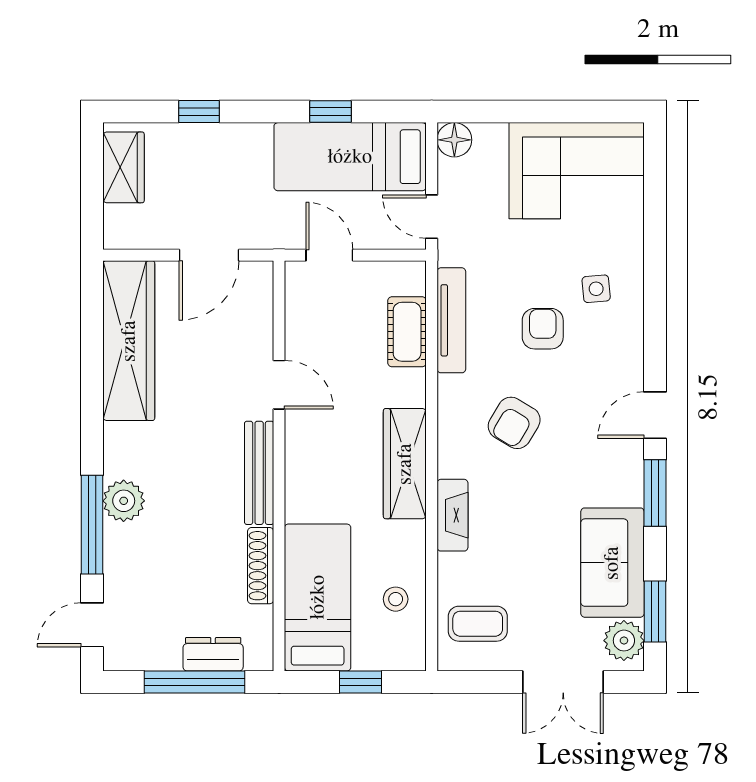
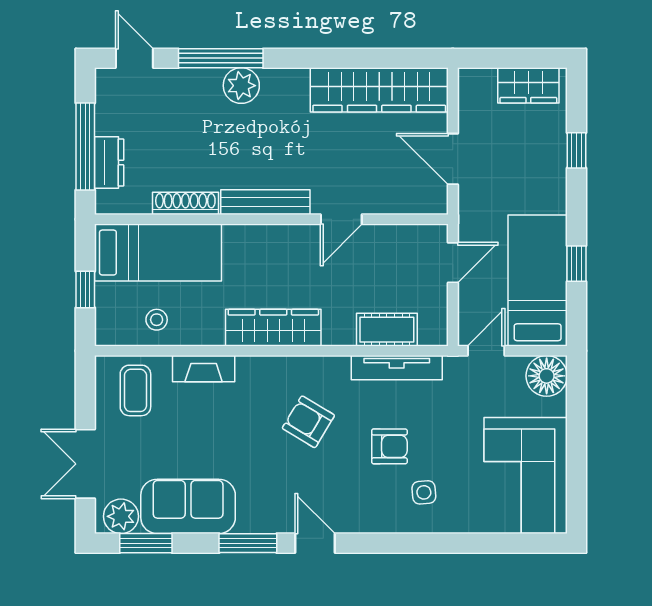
floor lamp: (454, 140) -> (547, 376), width x1.38, depth x1.38
fireplace: (452, 515) -> (204, 369), moved

